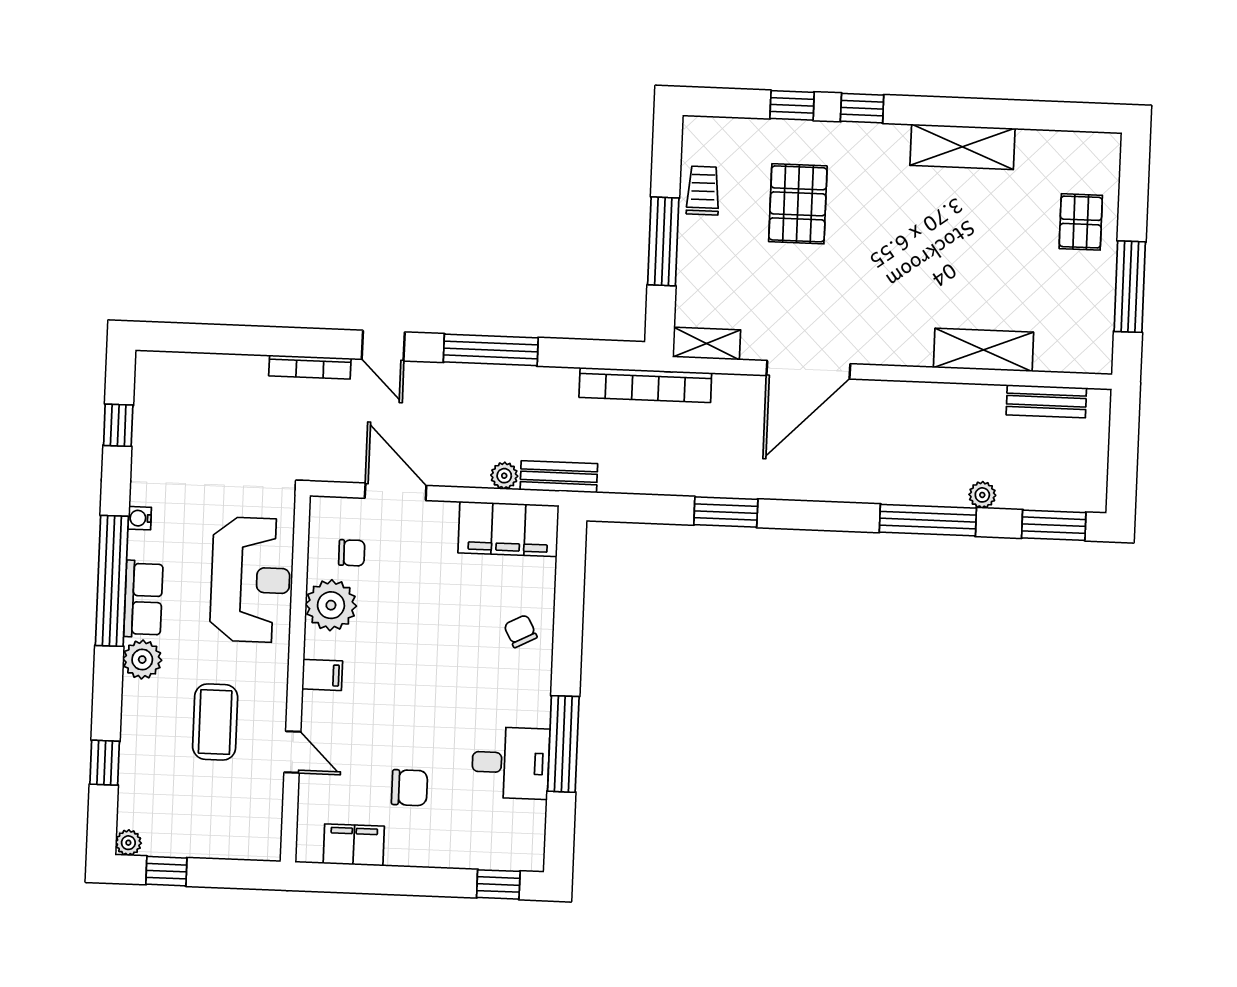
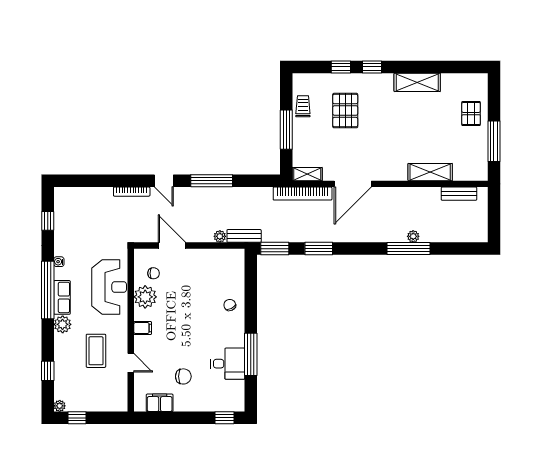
bookcase: (645, 385) -> (303, 194), moved
plant: (982, 495) -> (413, 236), moved
window: (1054, 525) -> (275, 249), moved
filing cabinet: (508, 529) -> (223, 260), removed

